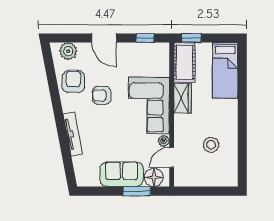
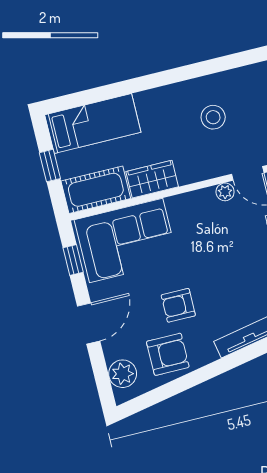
window: (191, 38) -> (50, 166), moved
armchair: (73, 82) -> (168, 354), turned 180
armchair: (102, 95) -> (178, 305), turned 90
corner sofa: (149, 105) -> (126, 240), moved

